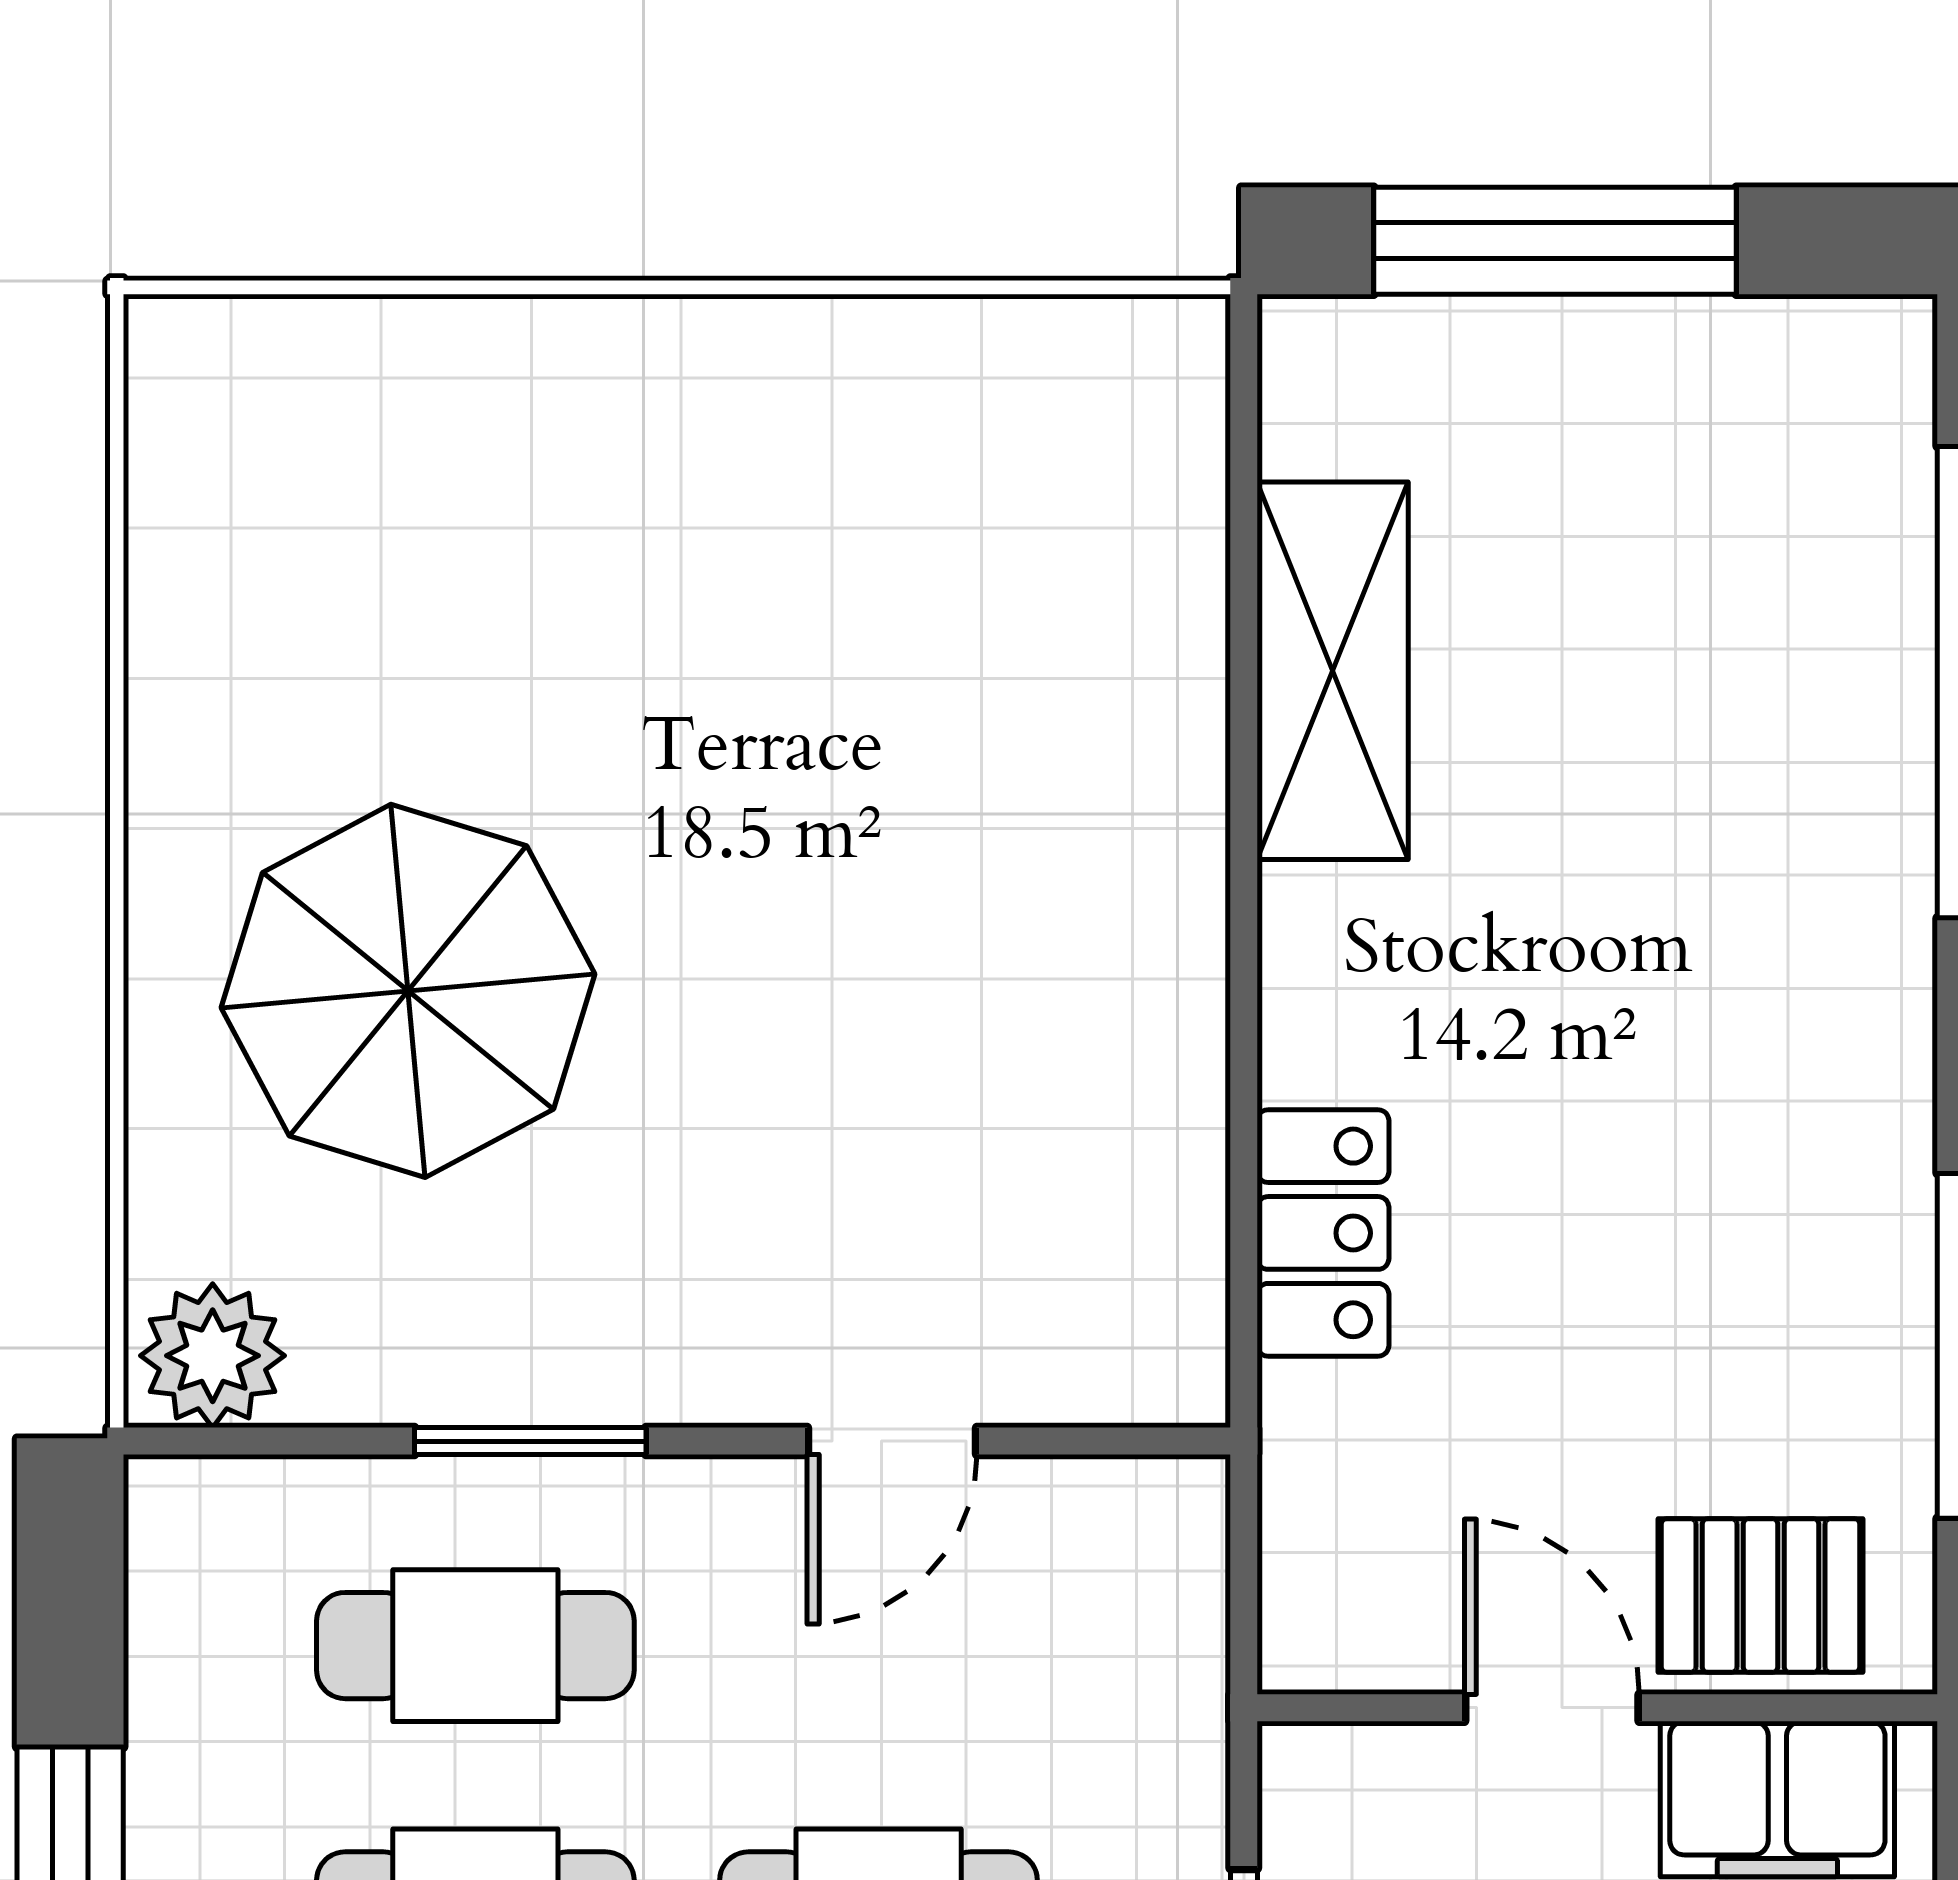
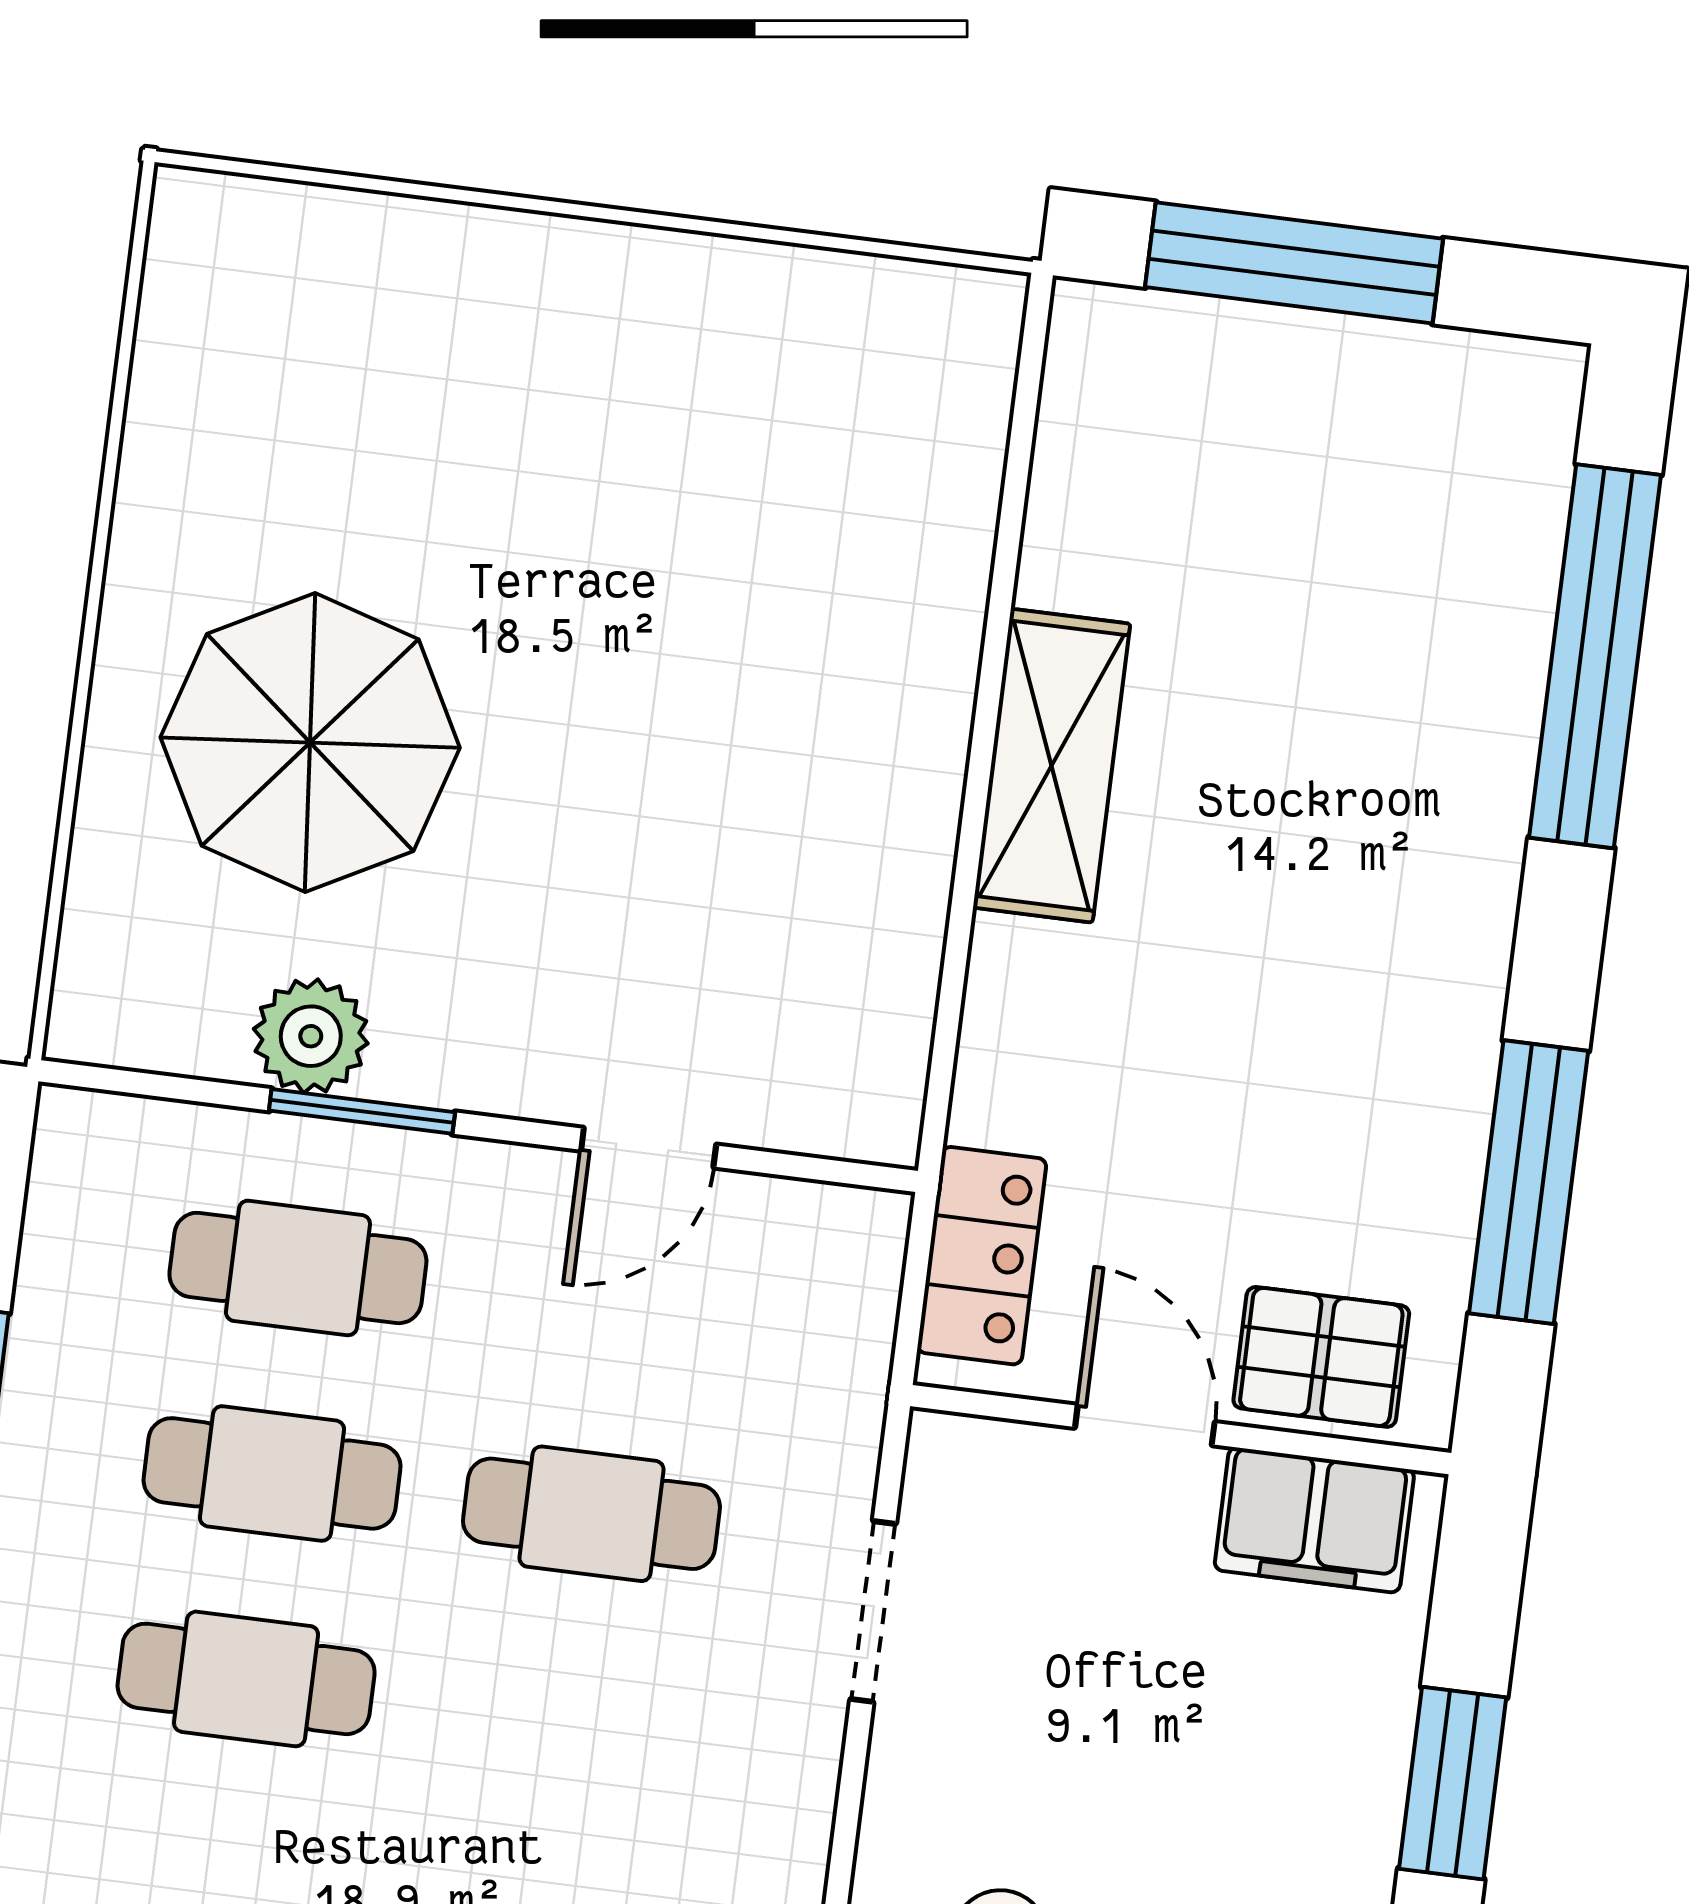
shelving: (1333, 671) -> (1052, 766), moved
locker: (1323, 1233) -> (982, 1256), moved
plant: (213, 1356) -> (311, 1036), moved

